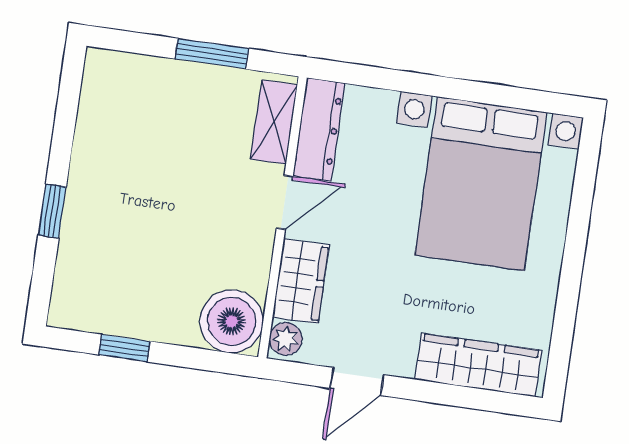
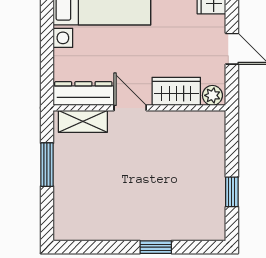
boiler: (232, 321) -> (207, 130), removed

